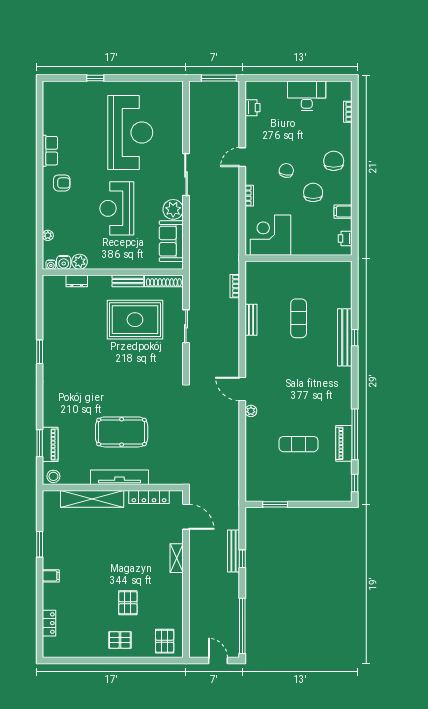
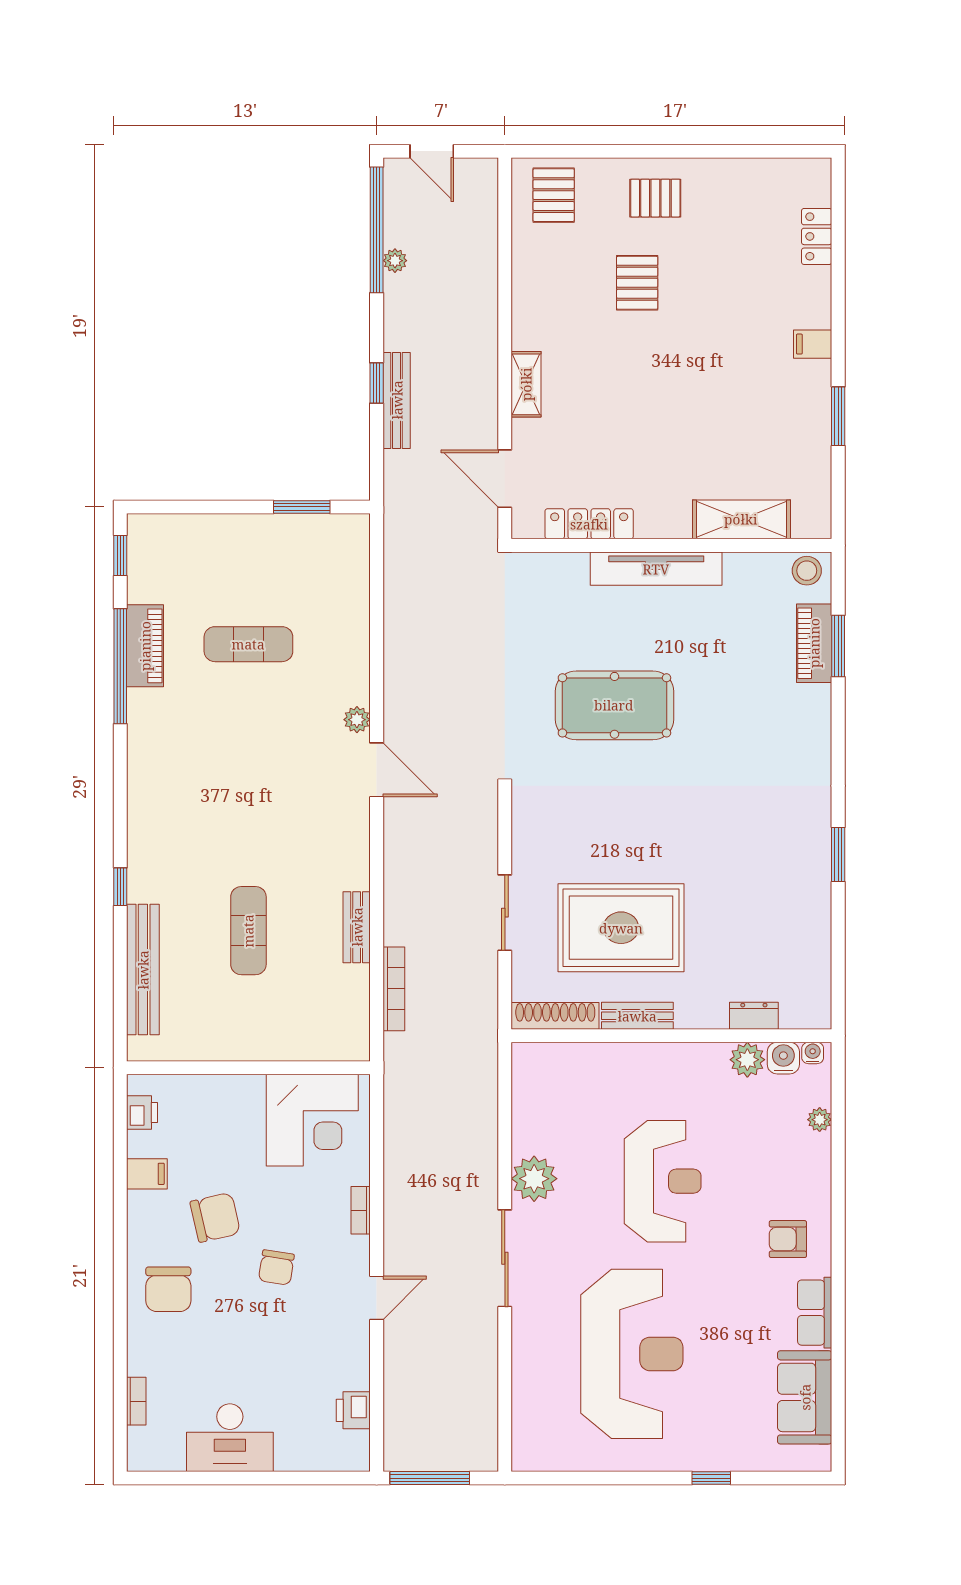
reception desk: (130, 132) -> (632, 1354), turned 180
chair: (313, 192) -> (215, 1217), turned -103
sofa: (171, 241) -> (805, 1397), moved, turned 180
bookcase: (235, 286) -> (394, 989), width x1.56
bench: (345, 337) -> (143, 970), moved
pool table: (122, 432) -> (614, 705), moved
shelving: (92, 499) -> (741, 519), width x0.68
plant: (234, 612) -> (395, 261), added

